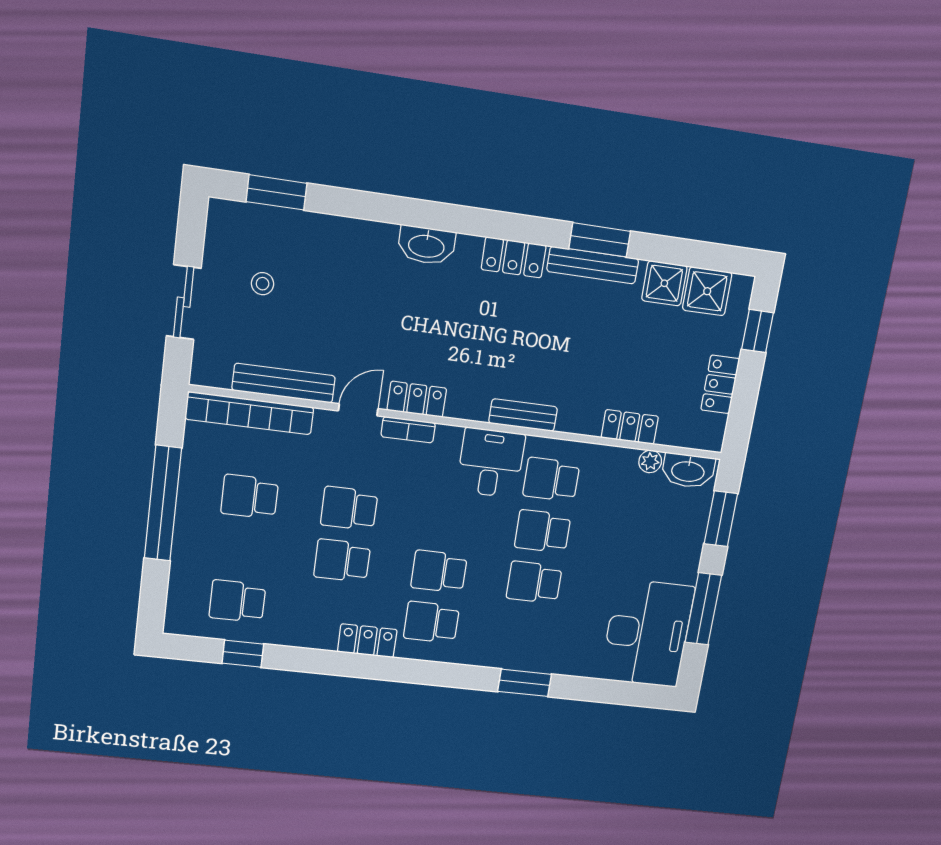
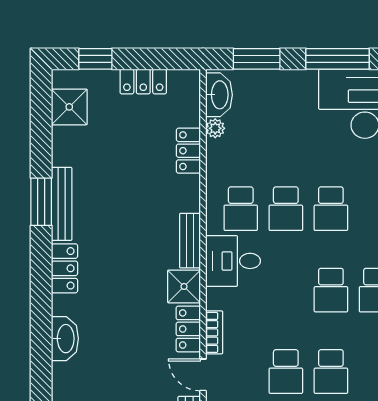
shower: (664, 283) -> (184, 286), moved

